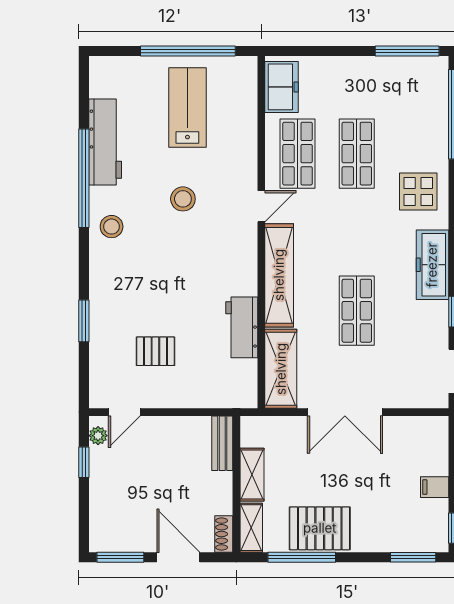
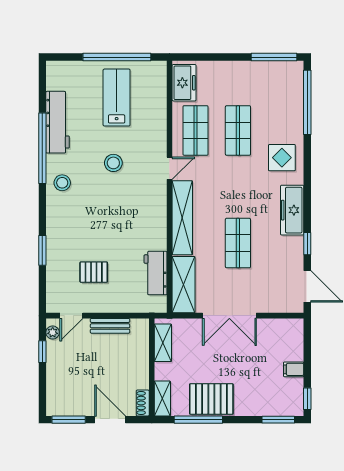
workbench: (242, 327) -> (156, 273), moved
bench: (222, 443) -> (110, 326), moved, turned 90
shelving: (252, 475) -> (163, 343), moved

